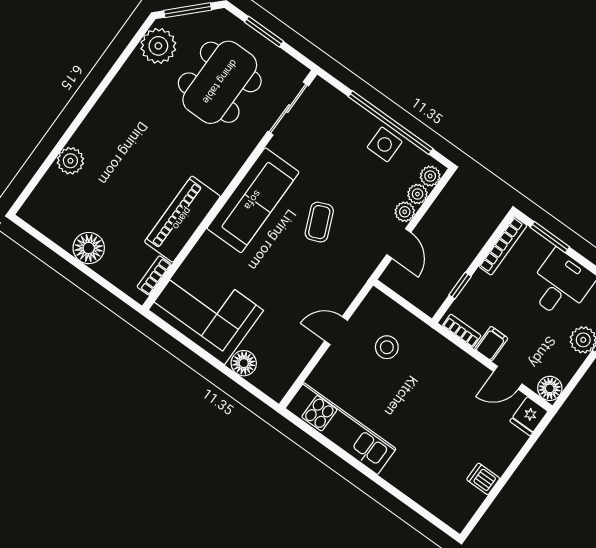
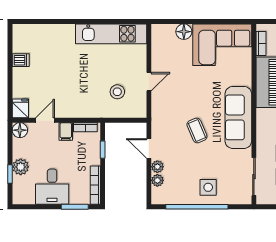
side table: (385, 144) -> (208, 187), moved
plant: (430, 176) -> (158, 194), removed

